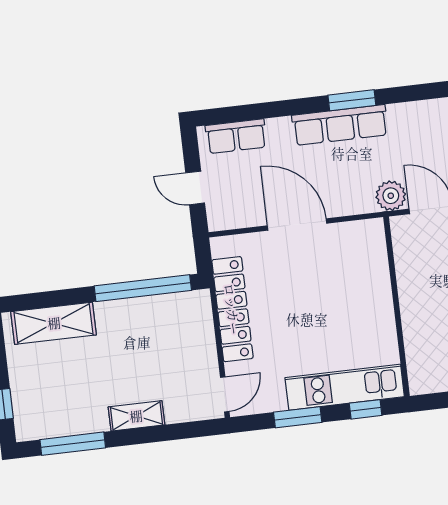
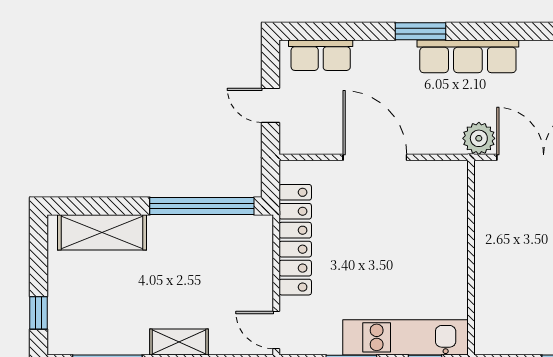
window: (352, 100) -> (421, 31), moved
row of seats: (340, 125) -> (468, 56), moved
door: (225, 394) -> (276, 330), swing flipped

